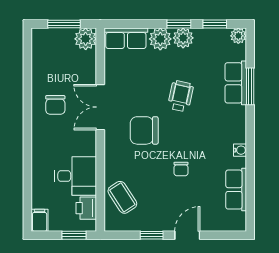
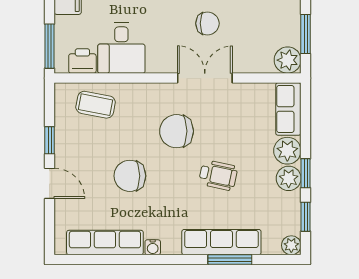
row of seats: (236, 83) -> (221, 242), width x1.48
chair: (55, 105) -> (207, 23), turned 180
chair: (144, 130) -> (177, 131), turned -90
chair: (181, 169) -> (130, 176), width x1.87, depth x1.87
row of seats: (236, 190) -> (105, 243), width x1.48
coffee table: (122, 197) -> (96, 105), turned 44
window: (74, 235) -> (50, 46), width x1.50

